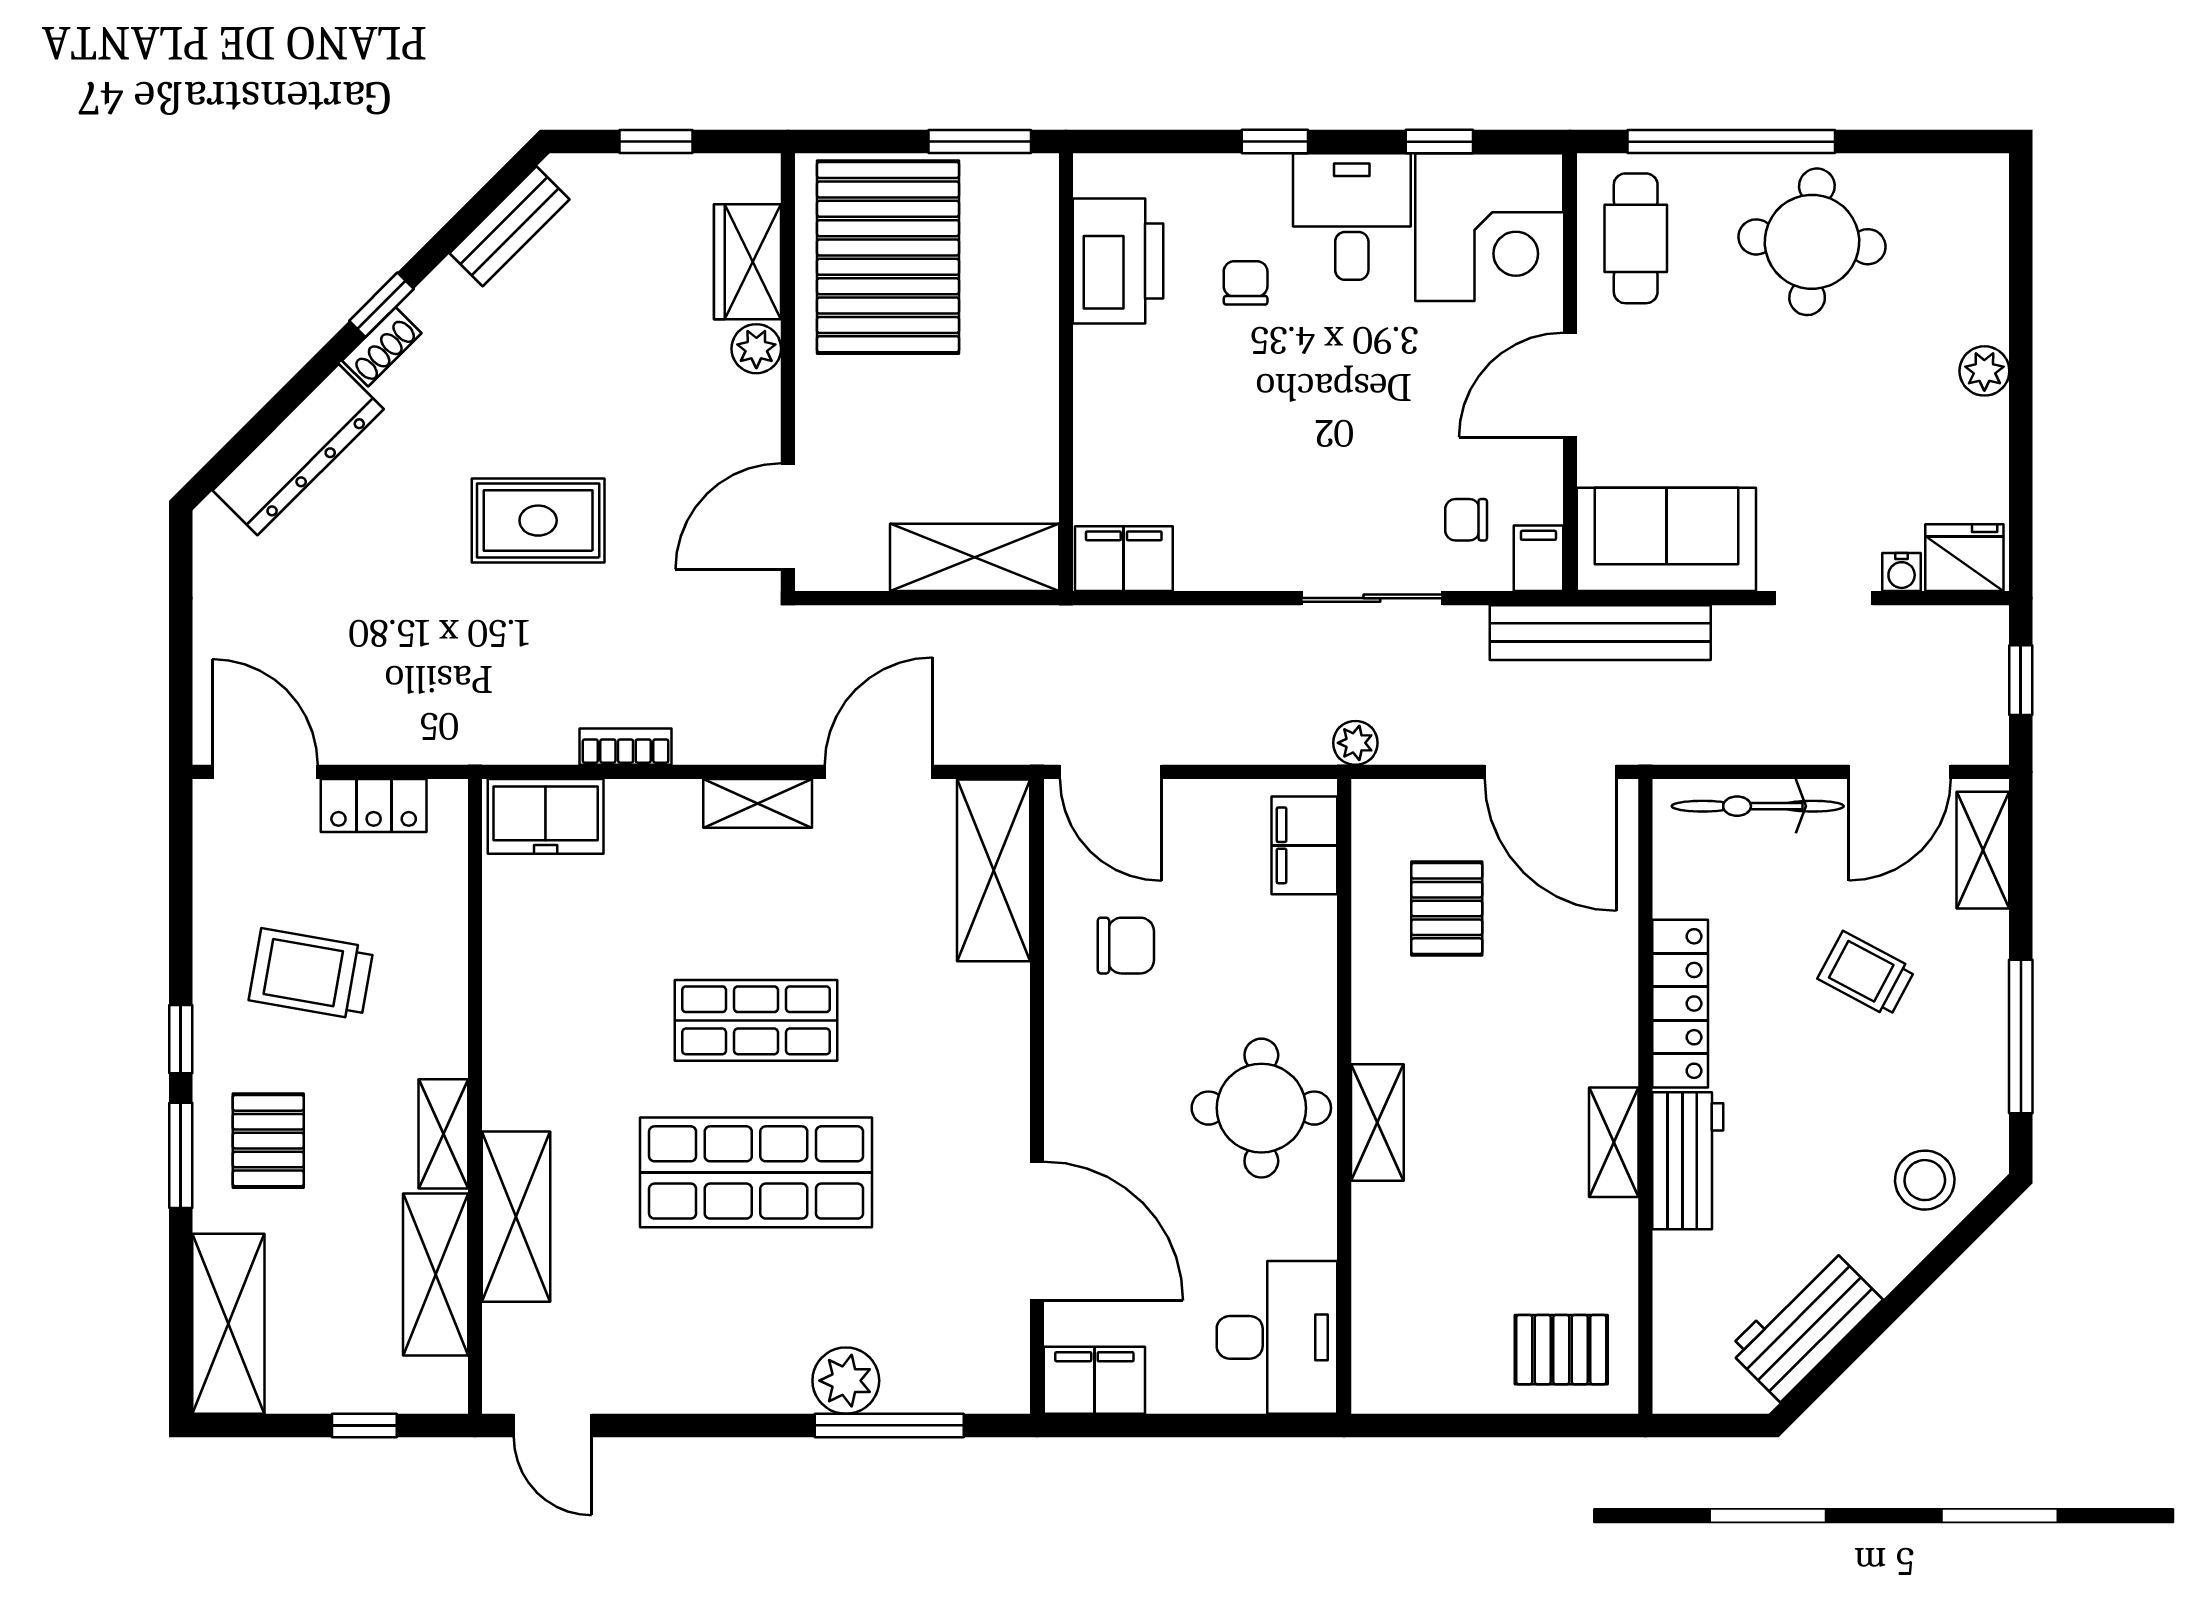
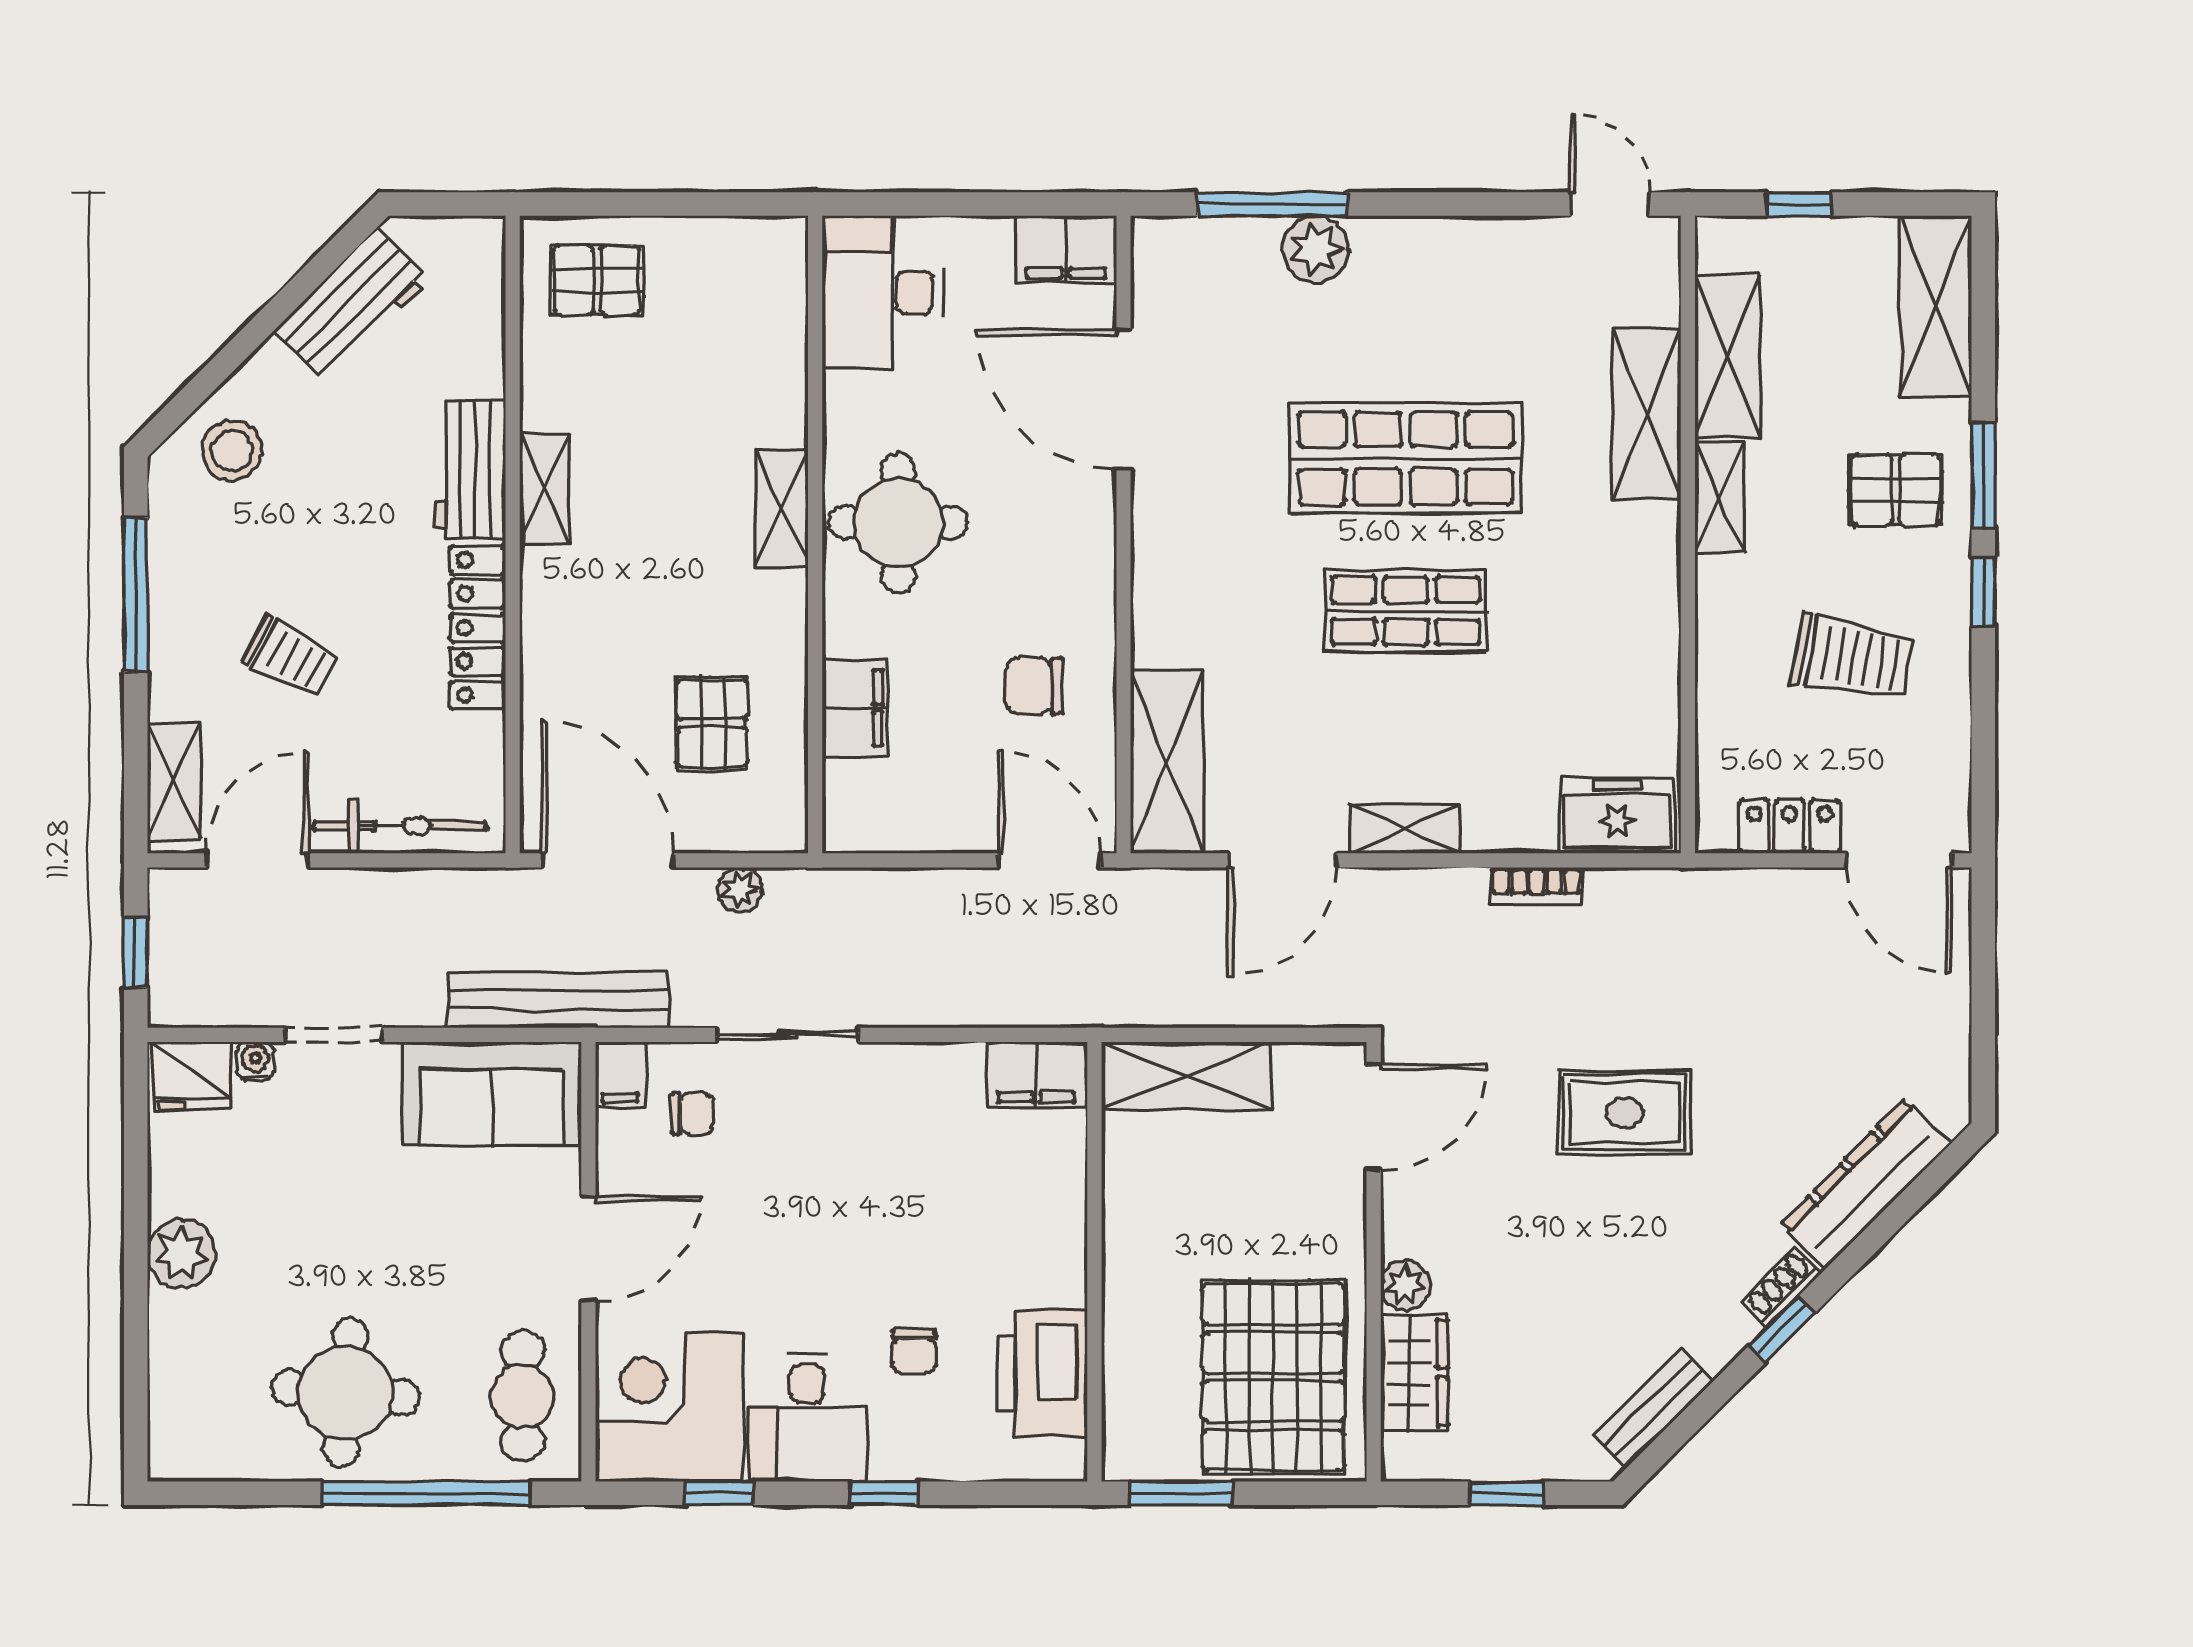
plant: (1984, 371) -> (181, 1254), width x1.38, depth x1.38
plant: (1355, 743) -> (740, 889), moved
filing cabinet: (1304, 845) -> (855, 708), moved
pallet: (268, 1141) -> (1895, 490), turned 90

